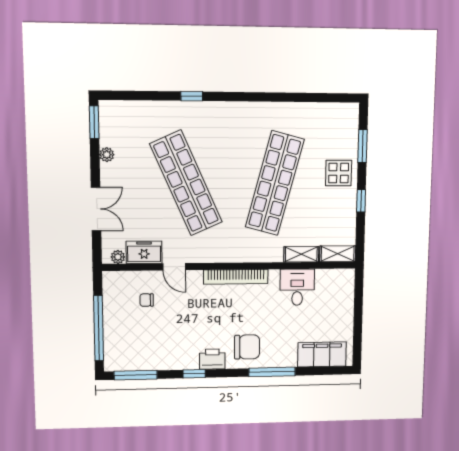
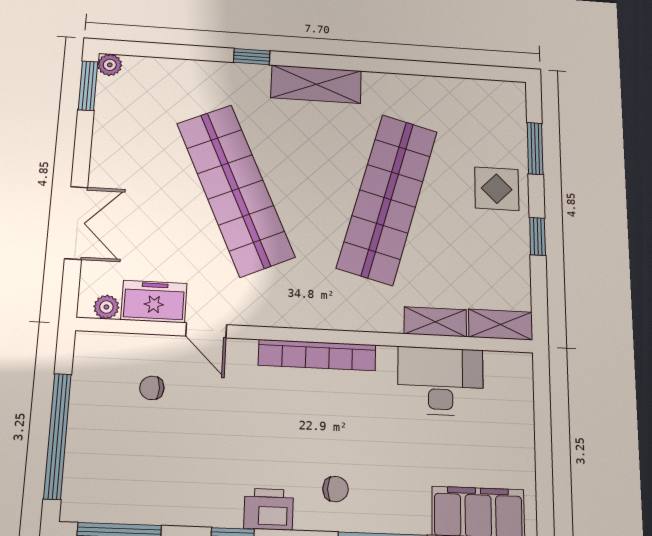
shelving: (232, 112) -> (316, 84), added
plant: (107, 155) -> (110, 65), moved
desk: (297, 287) -> (441, 381), width x1.37
chair: (247, 347) -> (336, 489), width x0.54, depth x0.54

